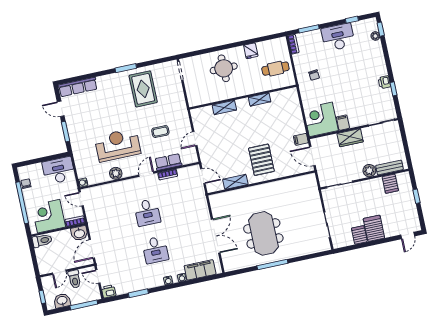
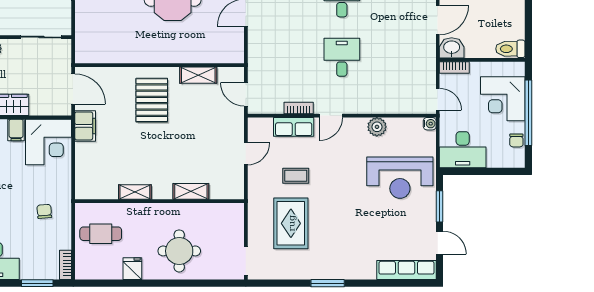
rug: (143, 89) -> (291, 223), moved
filing cabinet: (301, 139) -> (85, 126), width x2.00
reception desk: (118, 145) -> (400, 178), moved
corner desk: (49, 216) -> (503, 99), moved, turned 90

